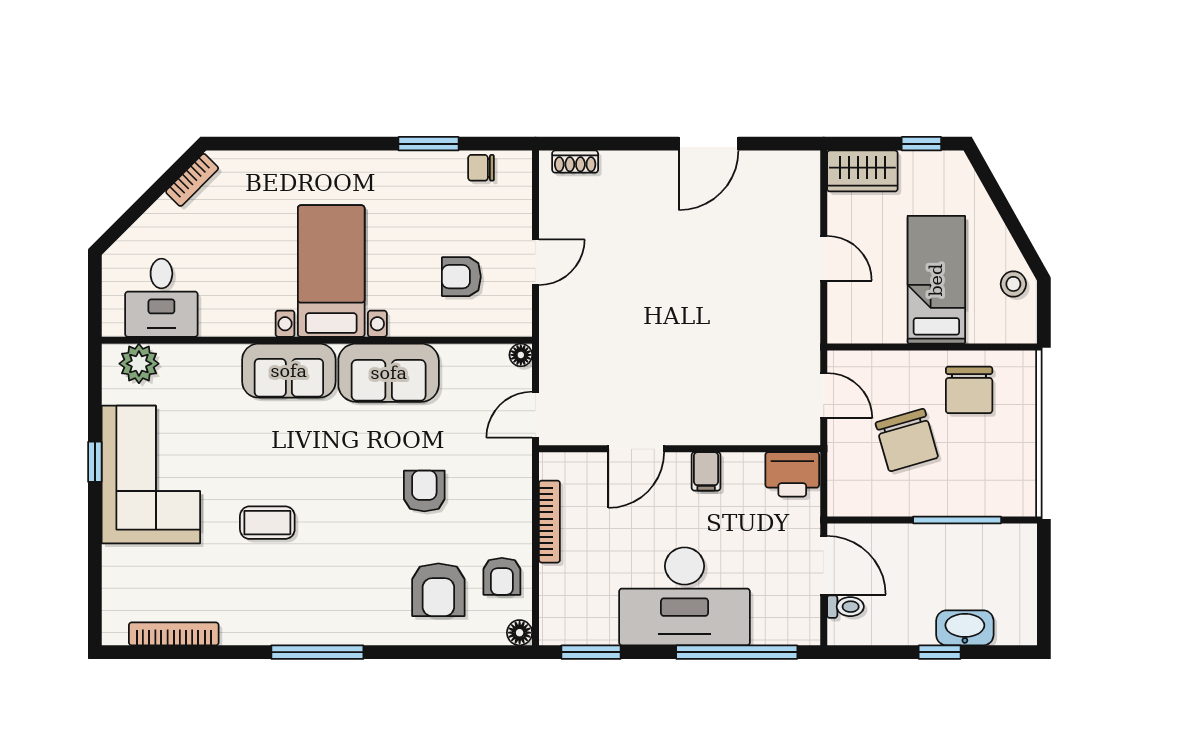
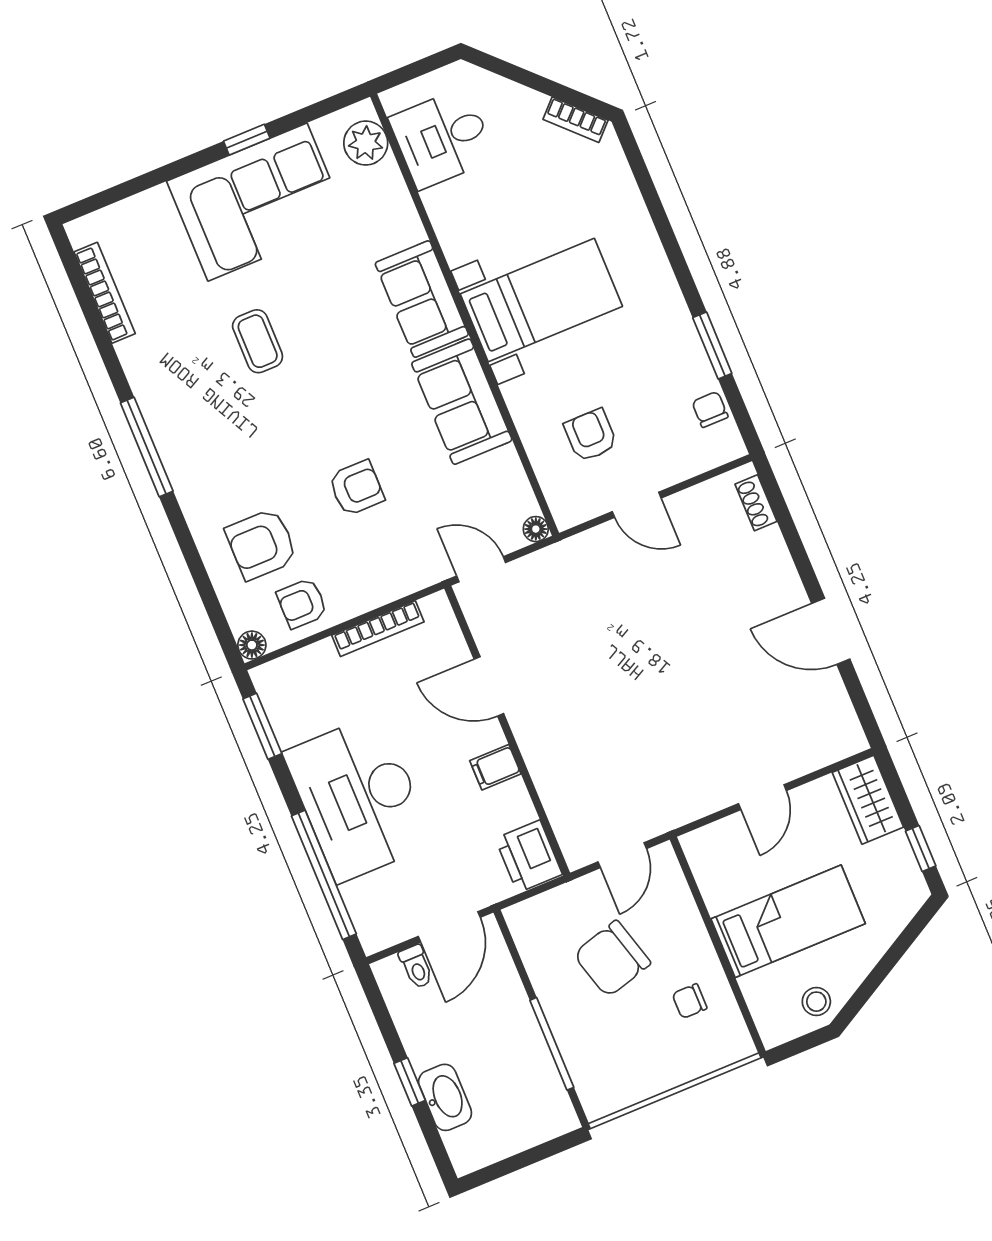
chair: (969, 390) -> (690, 1001), width x0.54, depth x0.54

